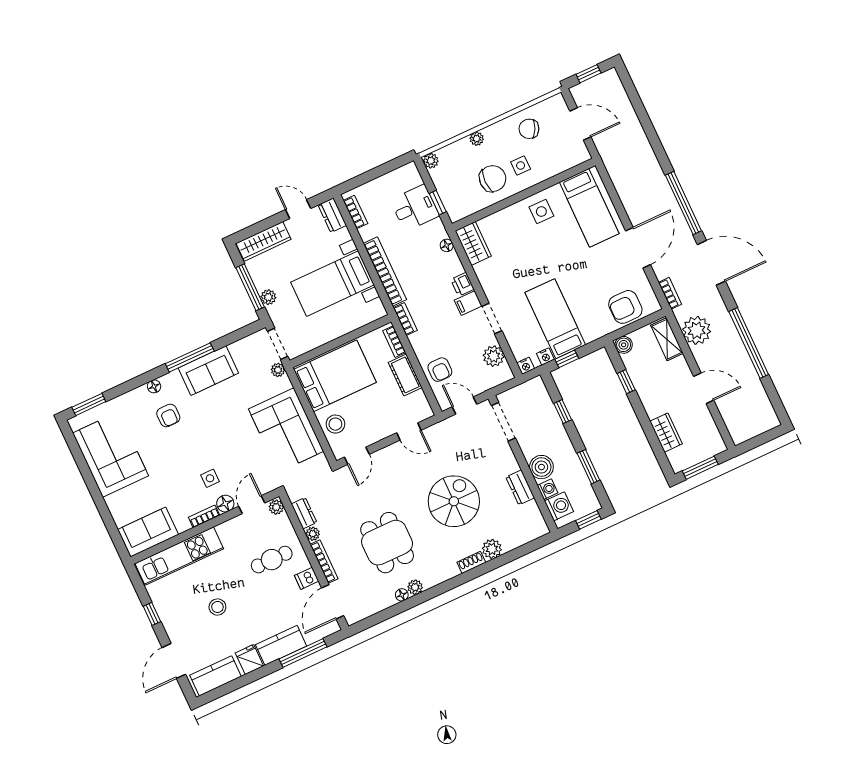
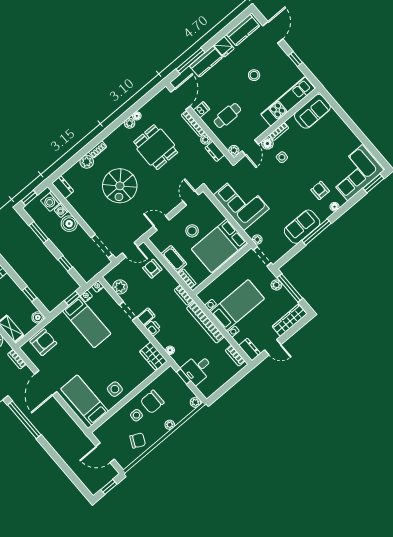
stool: (335, 424) -> (192, 231), moved
corner sofa: (111, 454) -> (355, 173), moved, turned 90
dresser: (520, 487) -> (63, 187), moved

